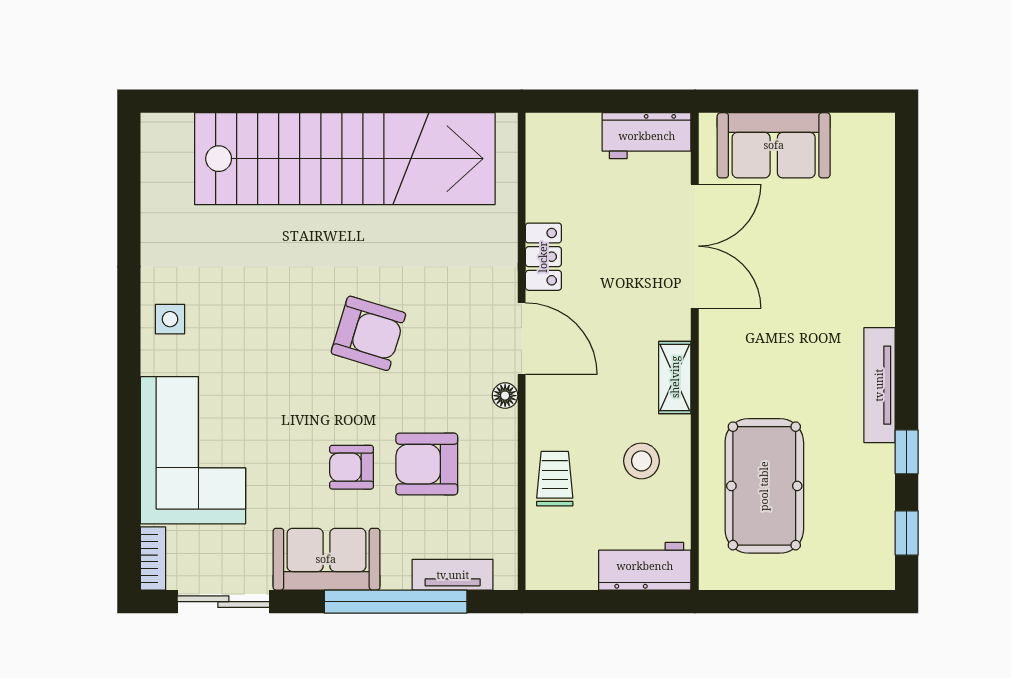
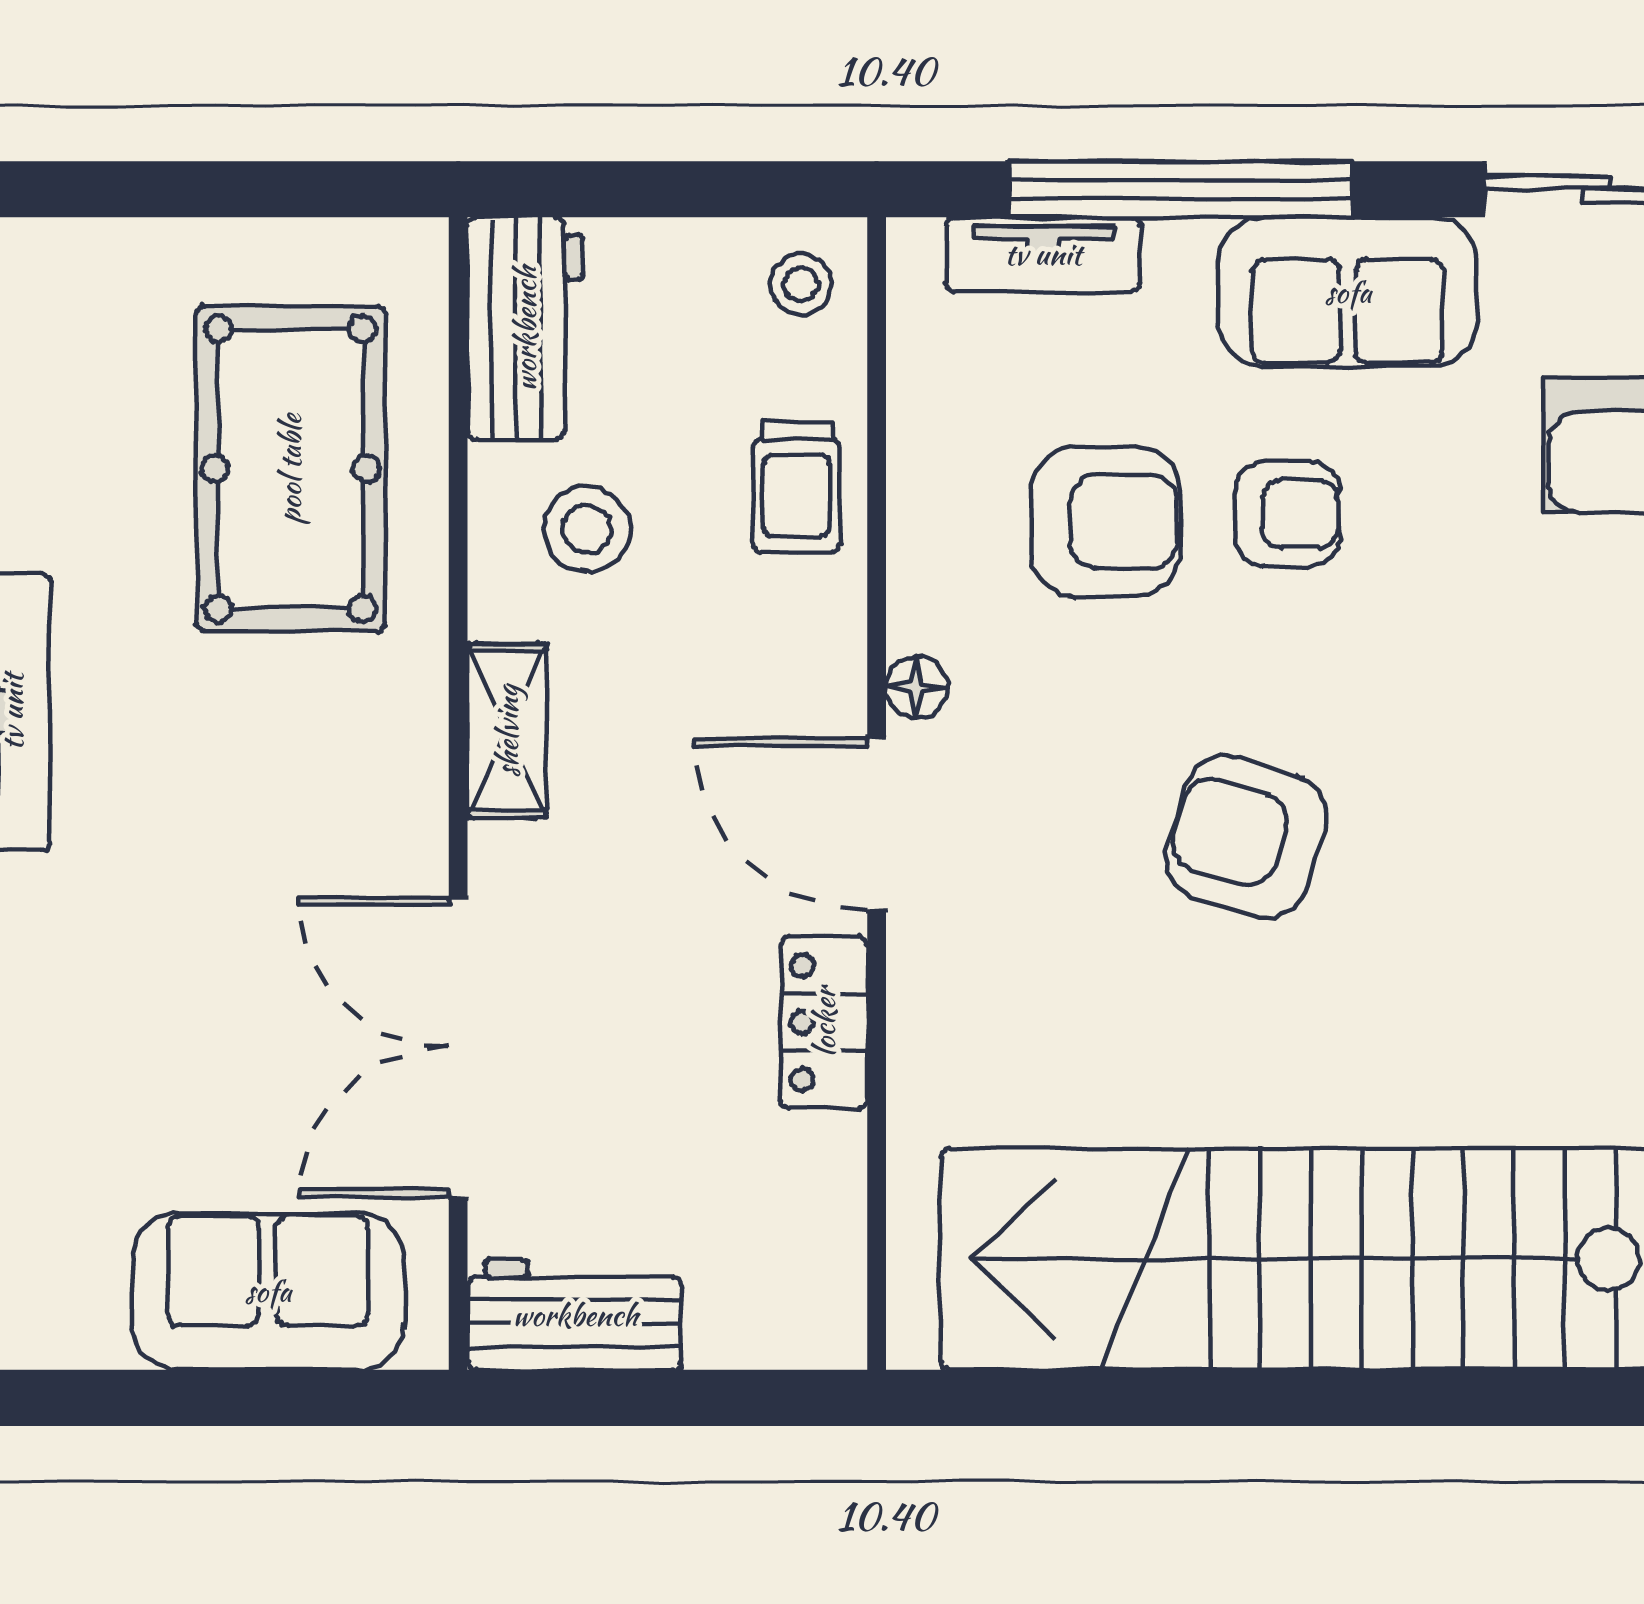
stool: (553, 562) -> (801, 284), added
workbench: (645, 566) -> (525, 329), moved, turned -90

